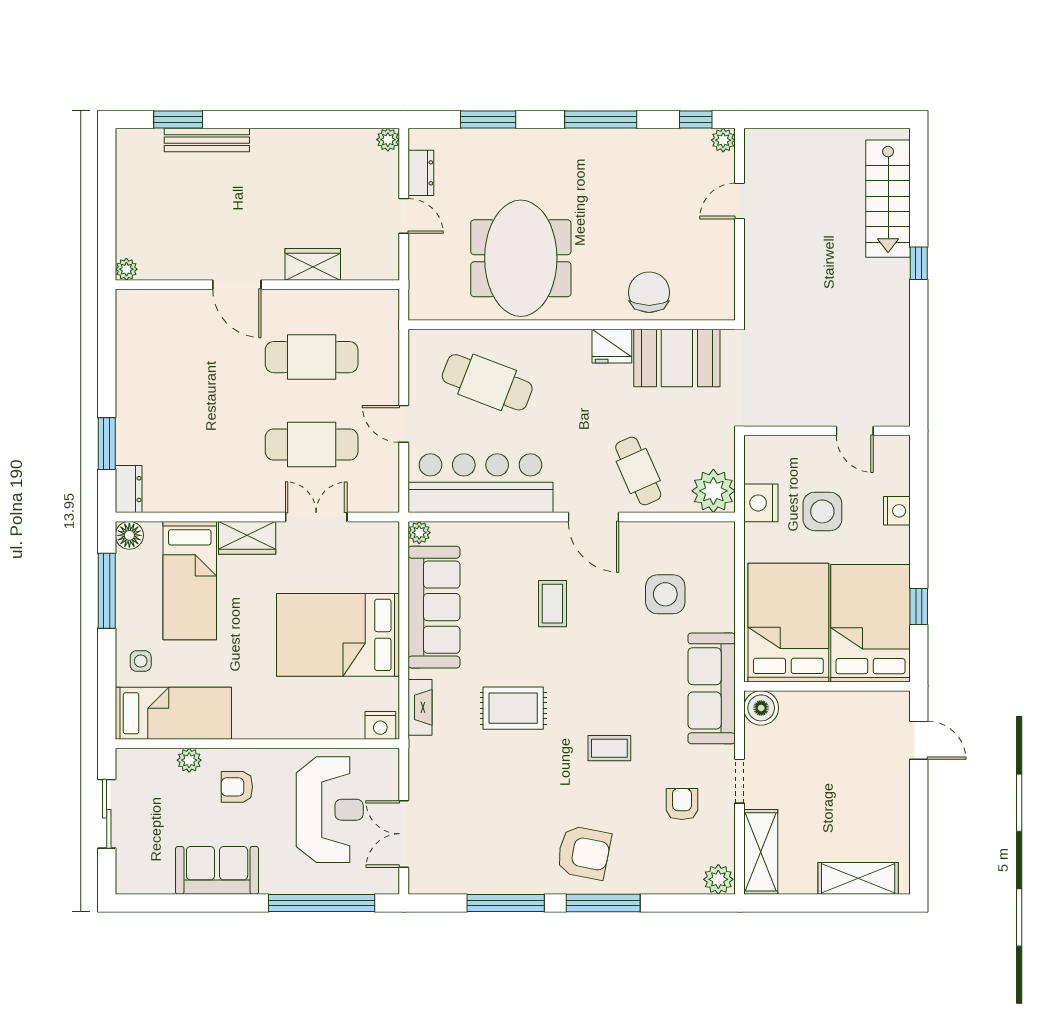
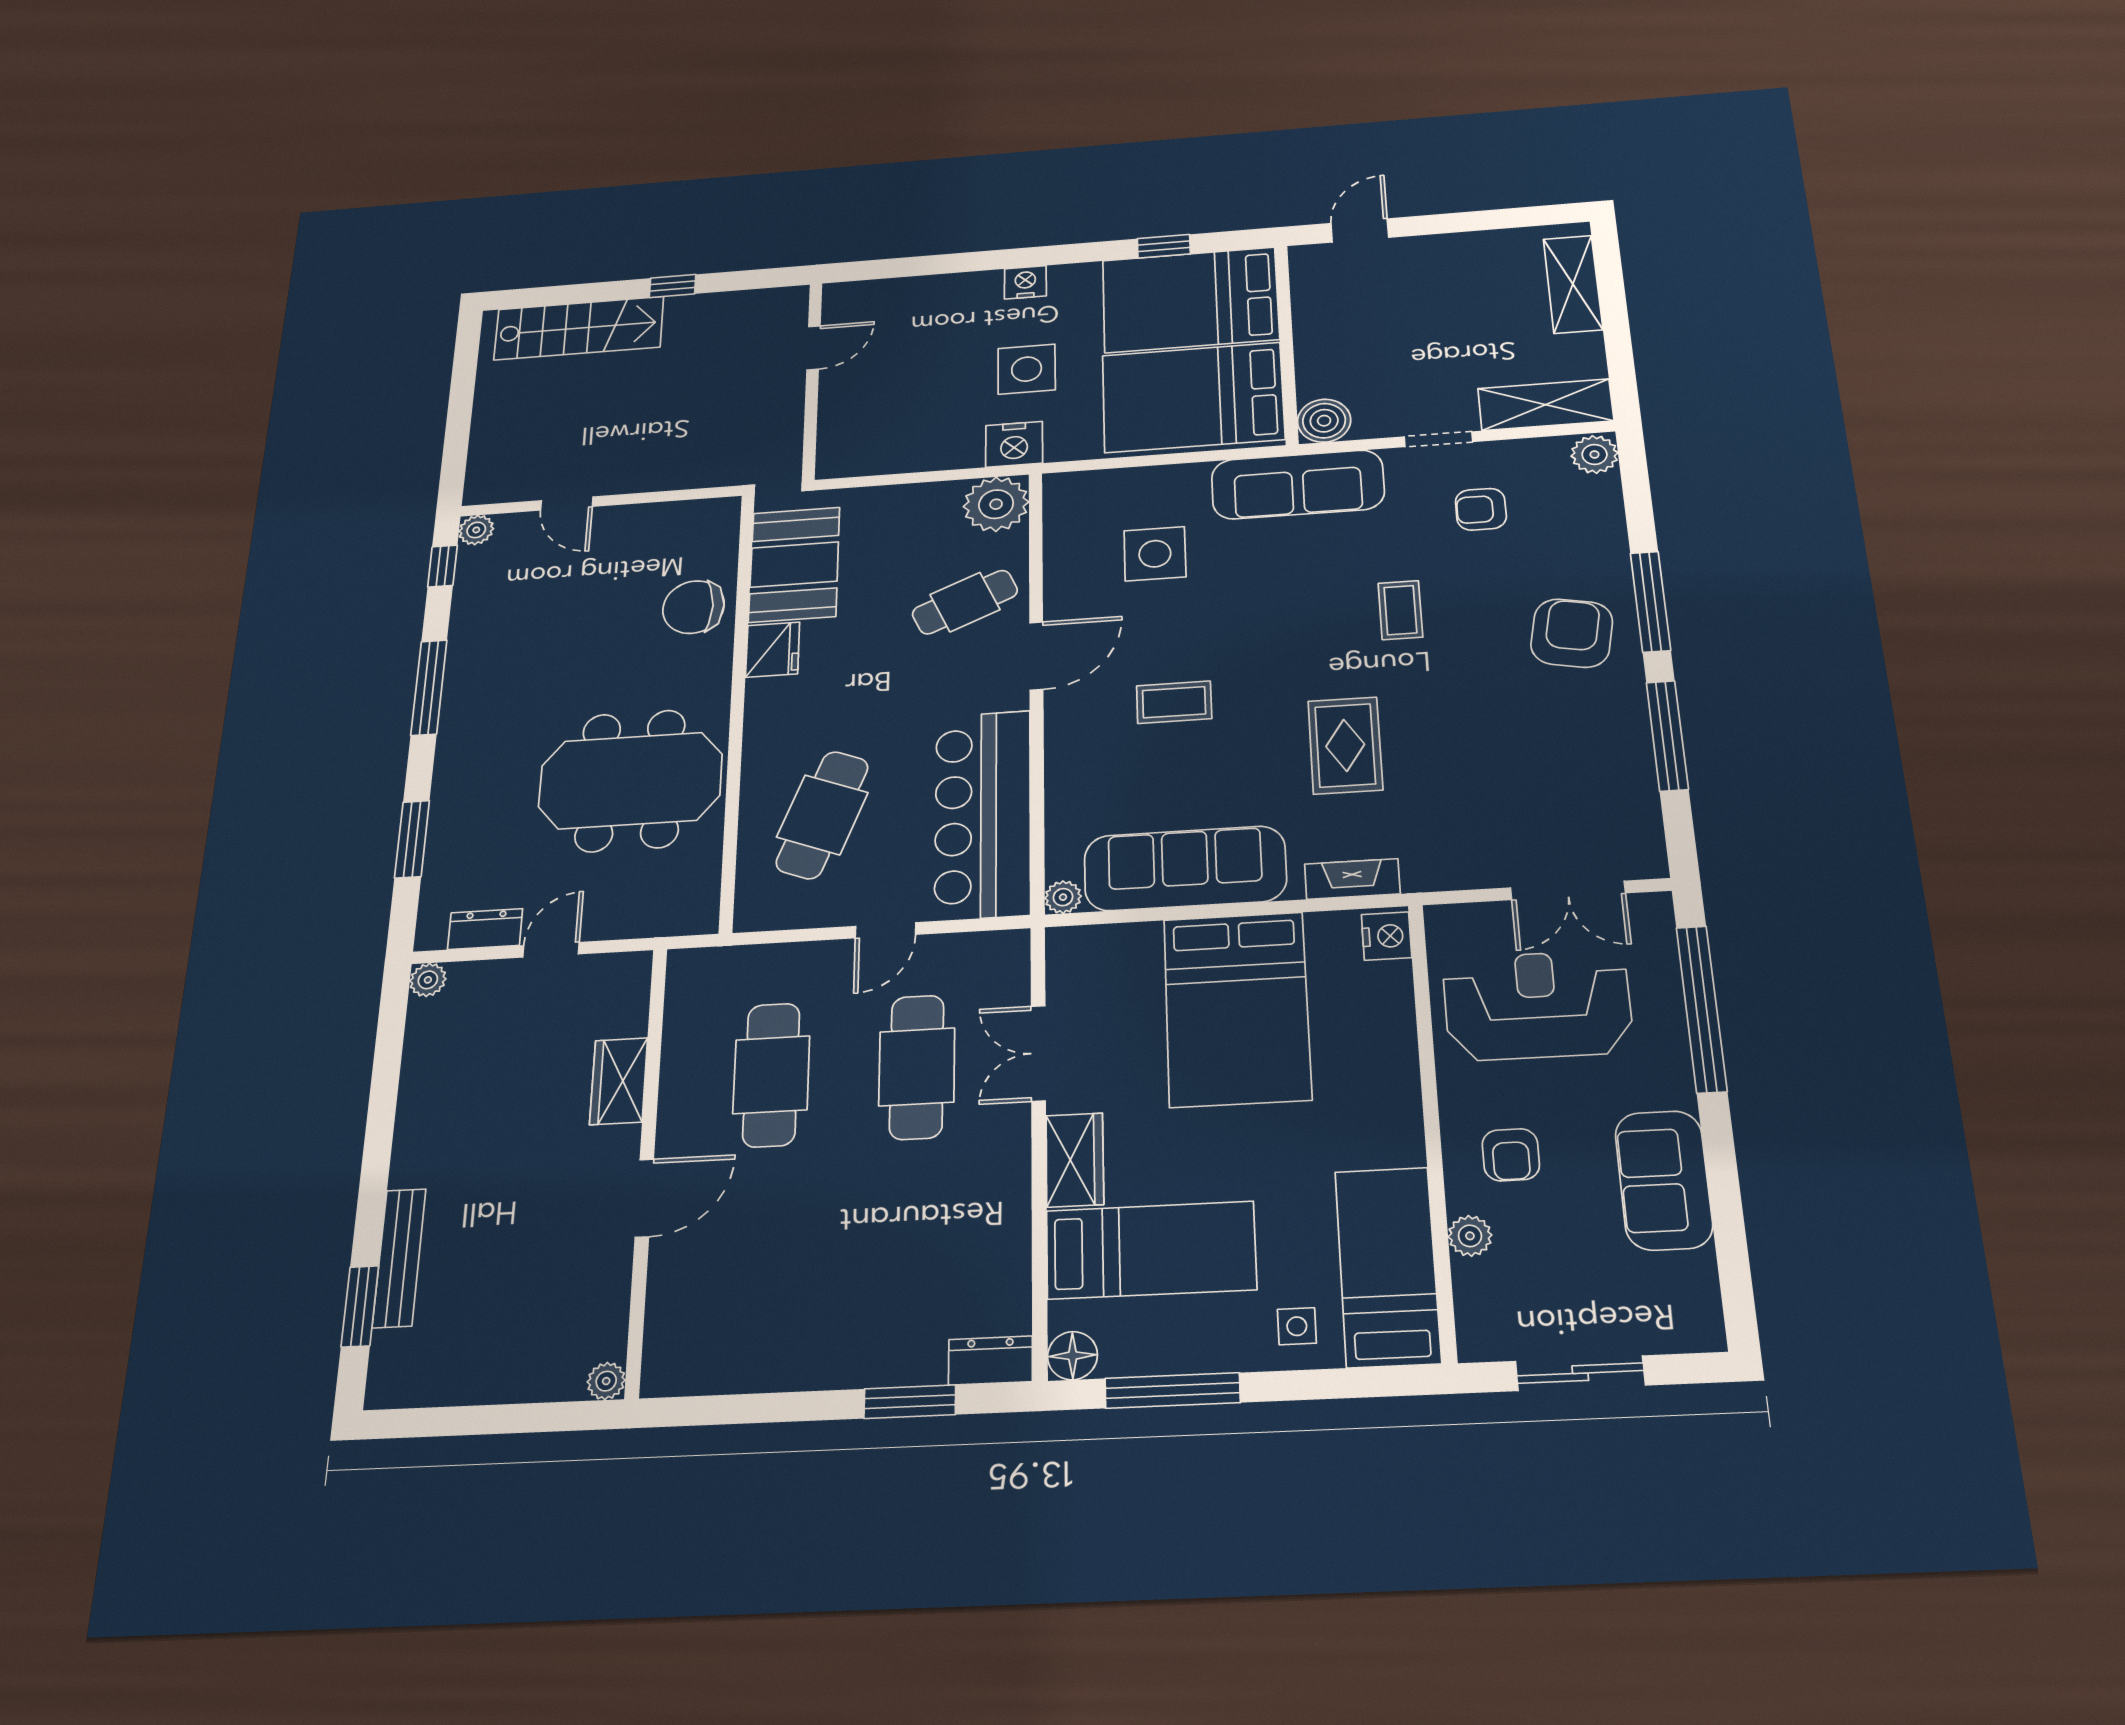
wall: (827, 431) -> (812, 380), moved
door: (855, 431) -> (814, 348), moved

